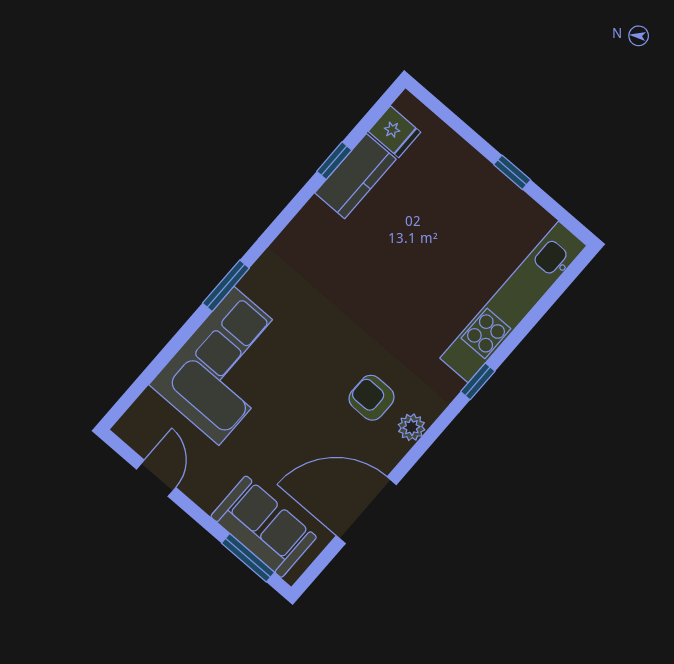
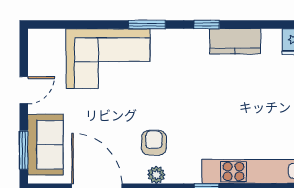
window: (334, 161) -> (207, 25), moved
kitchen counter: (355, 176) -> (235, 41), moved
door: (156, 478) -> (24, 90), moved

